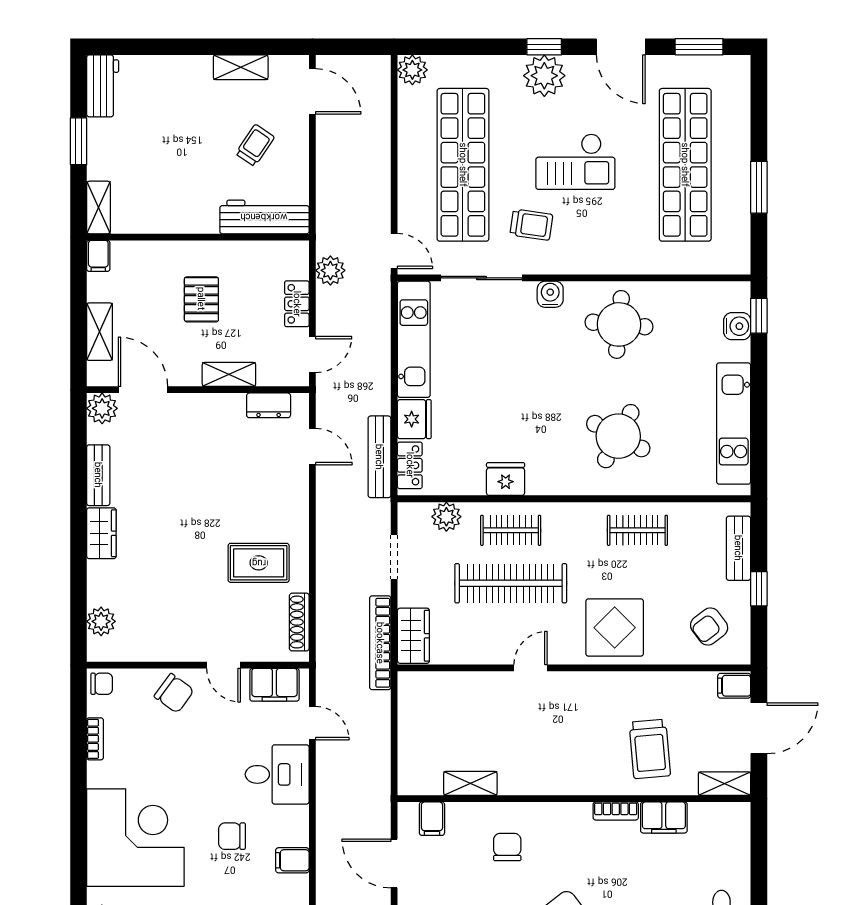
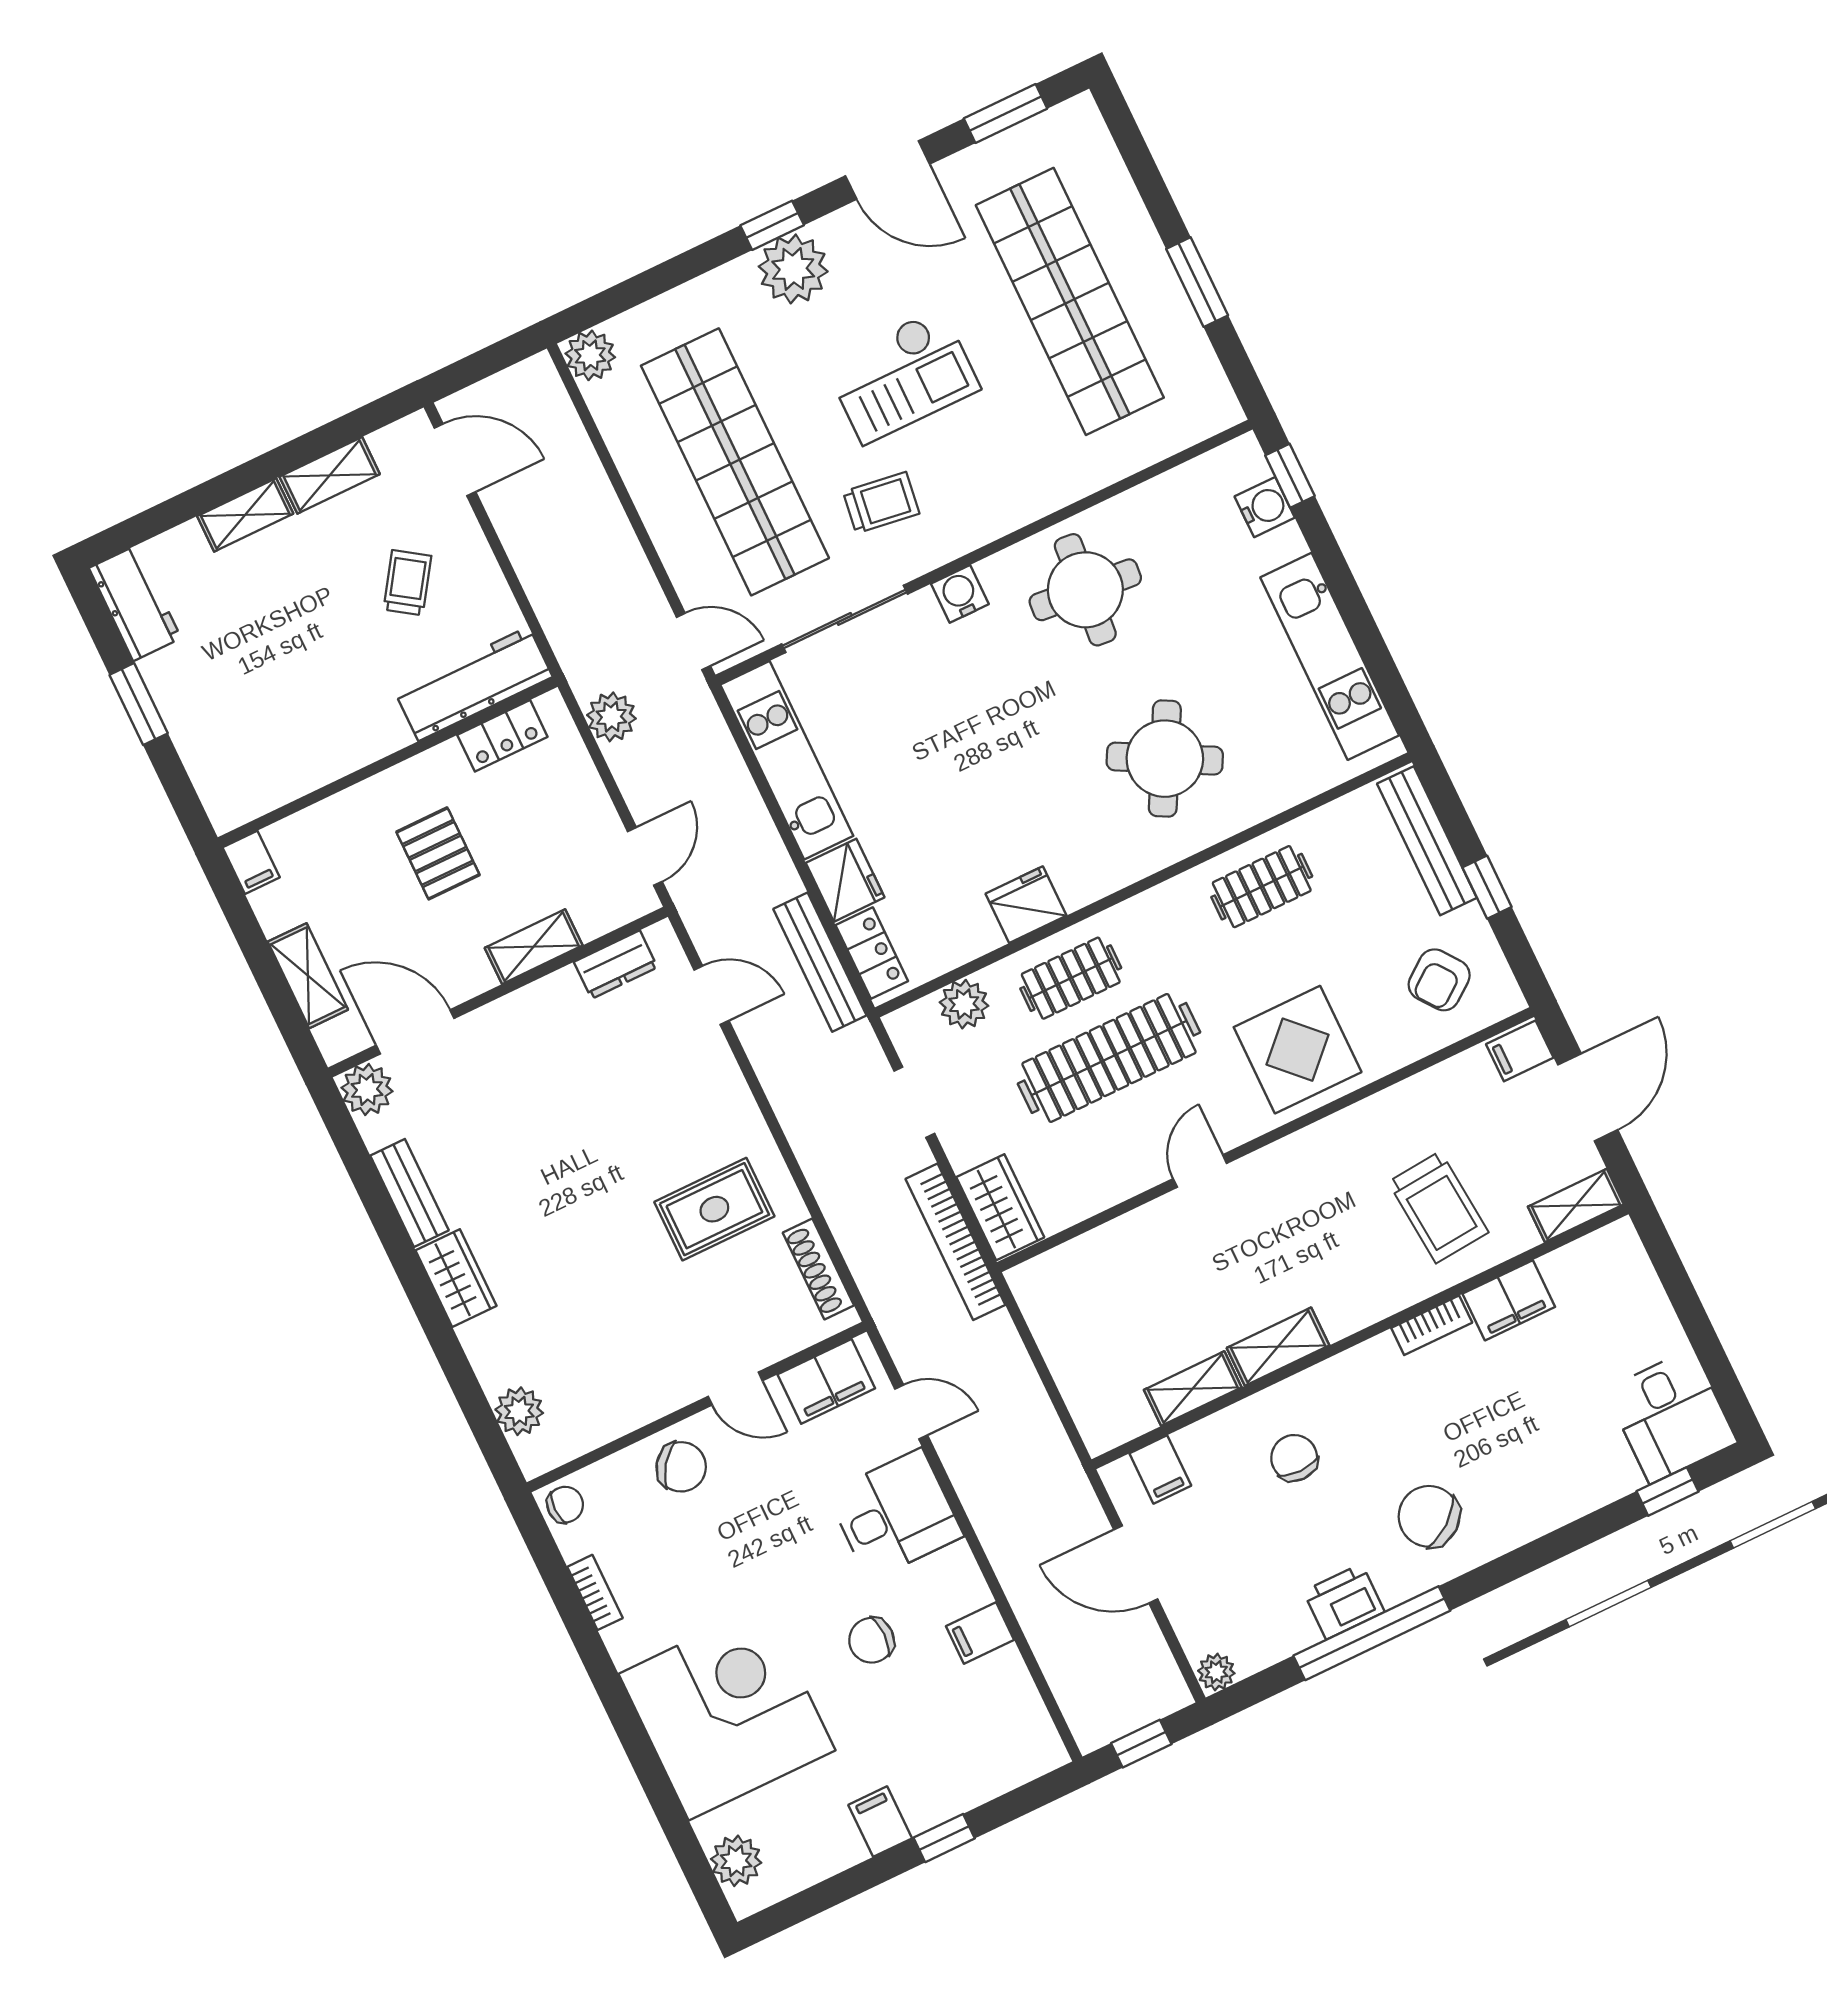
shelving: (98, 208) -> (245, 515), moved, turned 90
locker: (297, 304) -> (502, 736), moved, turned -90
bench: (738, 548) -> (1427, 841), width x1.36
shelving: (527, 783) -> (1278, 1347), added

